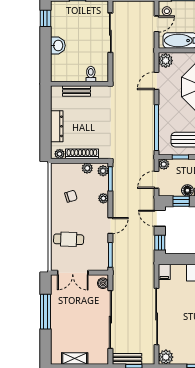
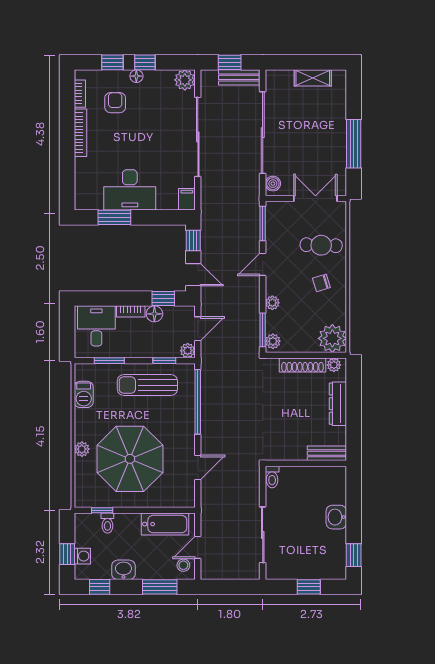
plant: (166, 61) -> (185, 496), removed
toilet: (91, 74) -> (272, 477), moved
bench: (76, 91) -> (327, 453), moved
plant: (87, 168) -> (332, 338), moved, width x1.88, depth x1.88
chair: (71, 196) -> (321, 283), moved

